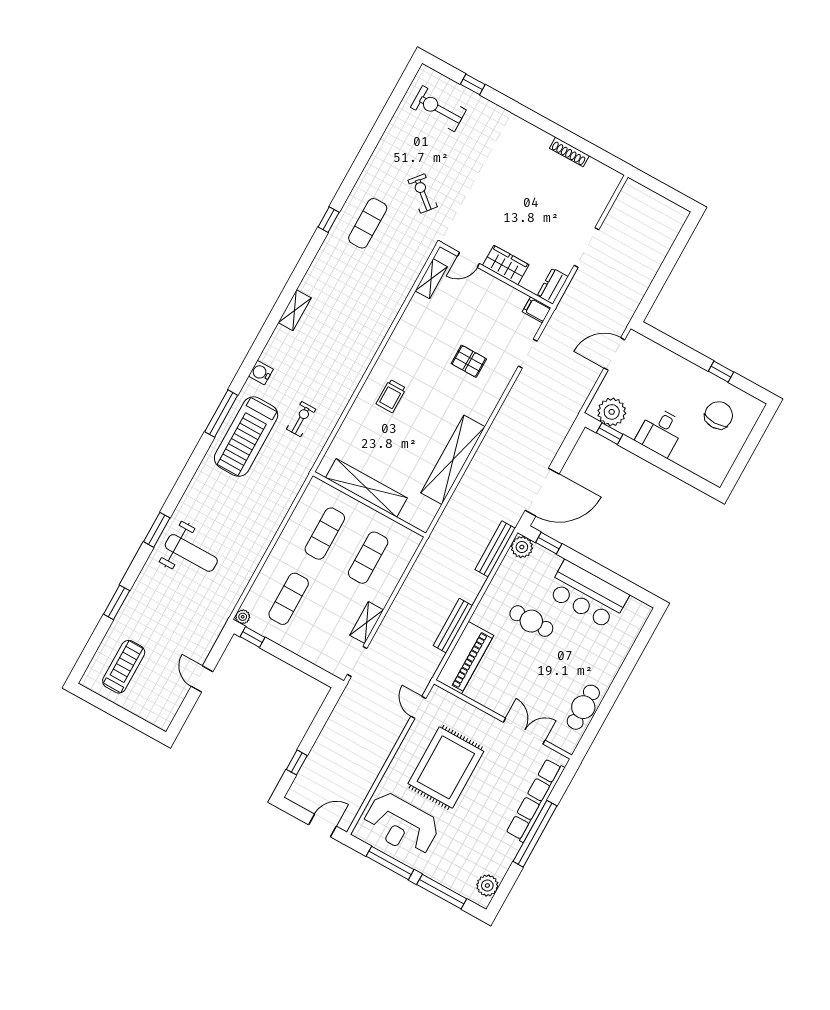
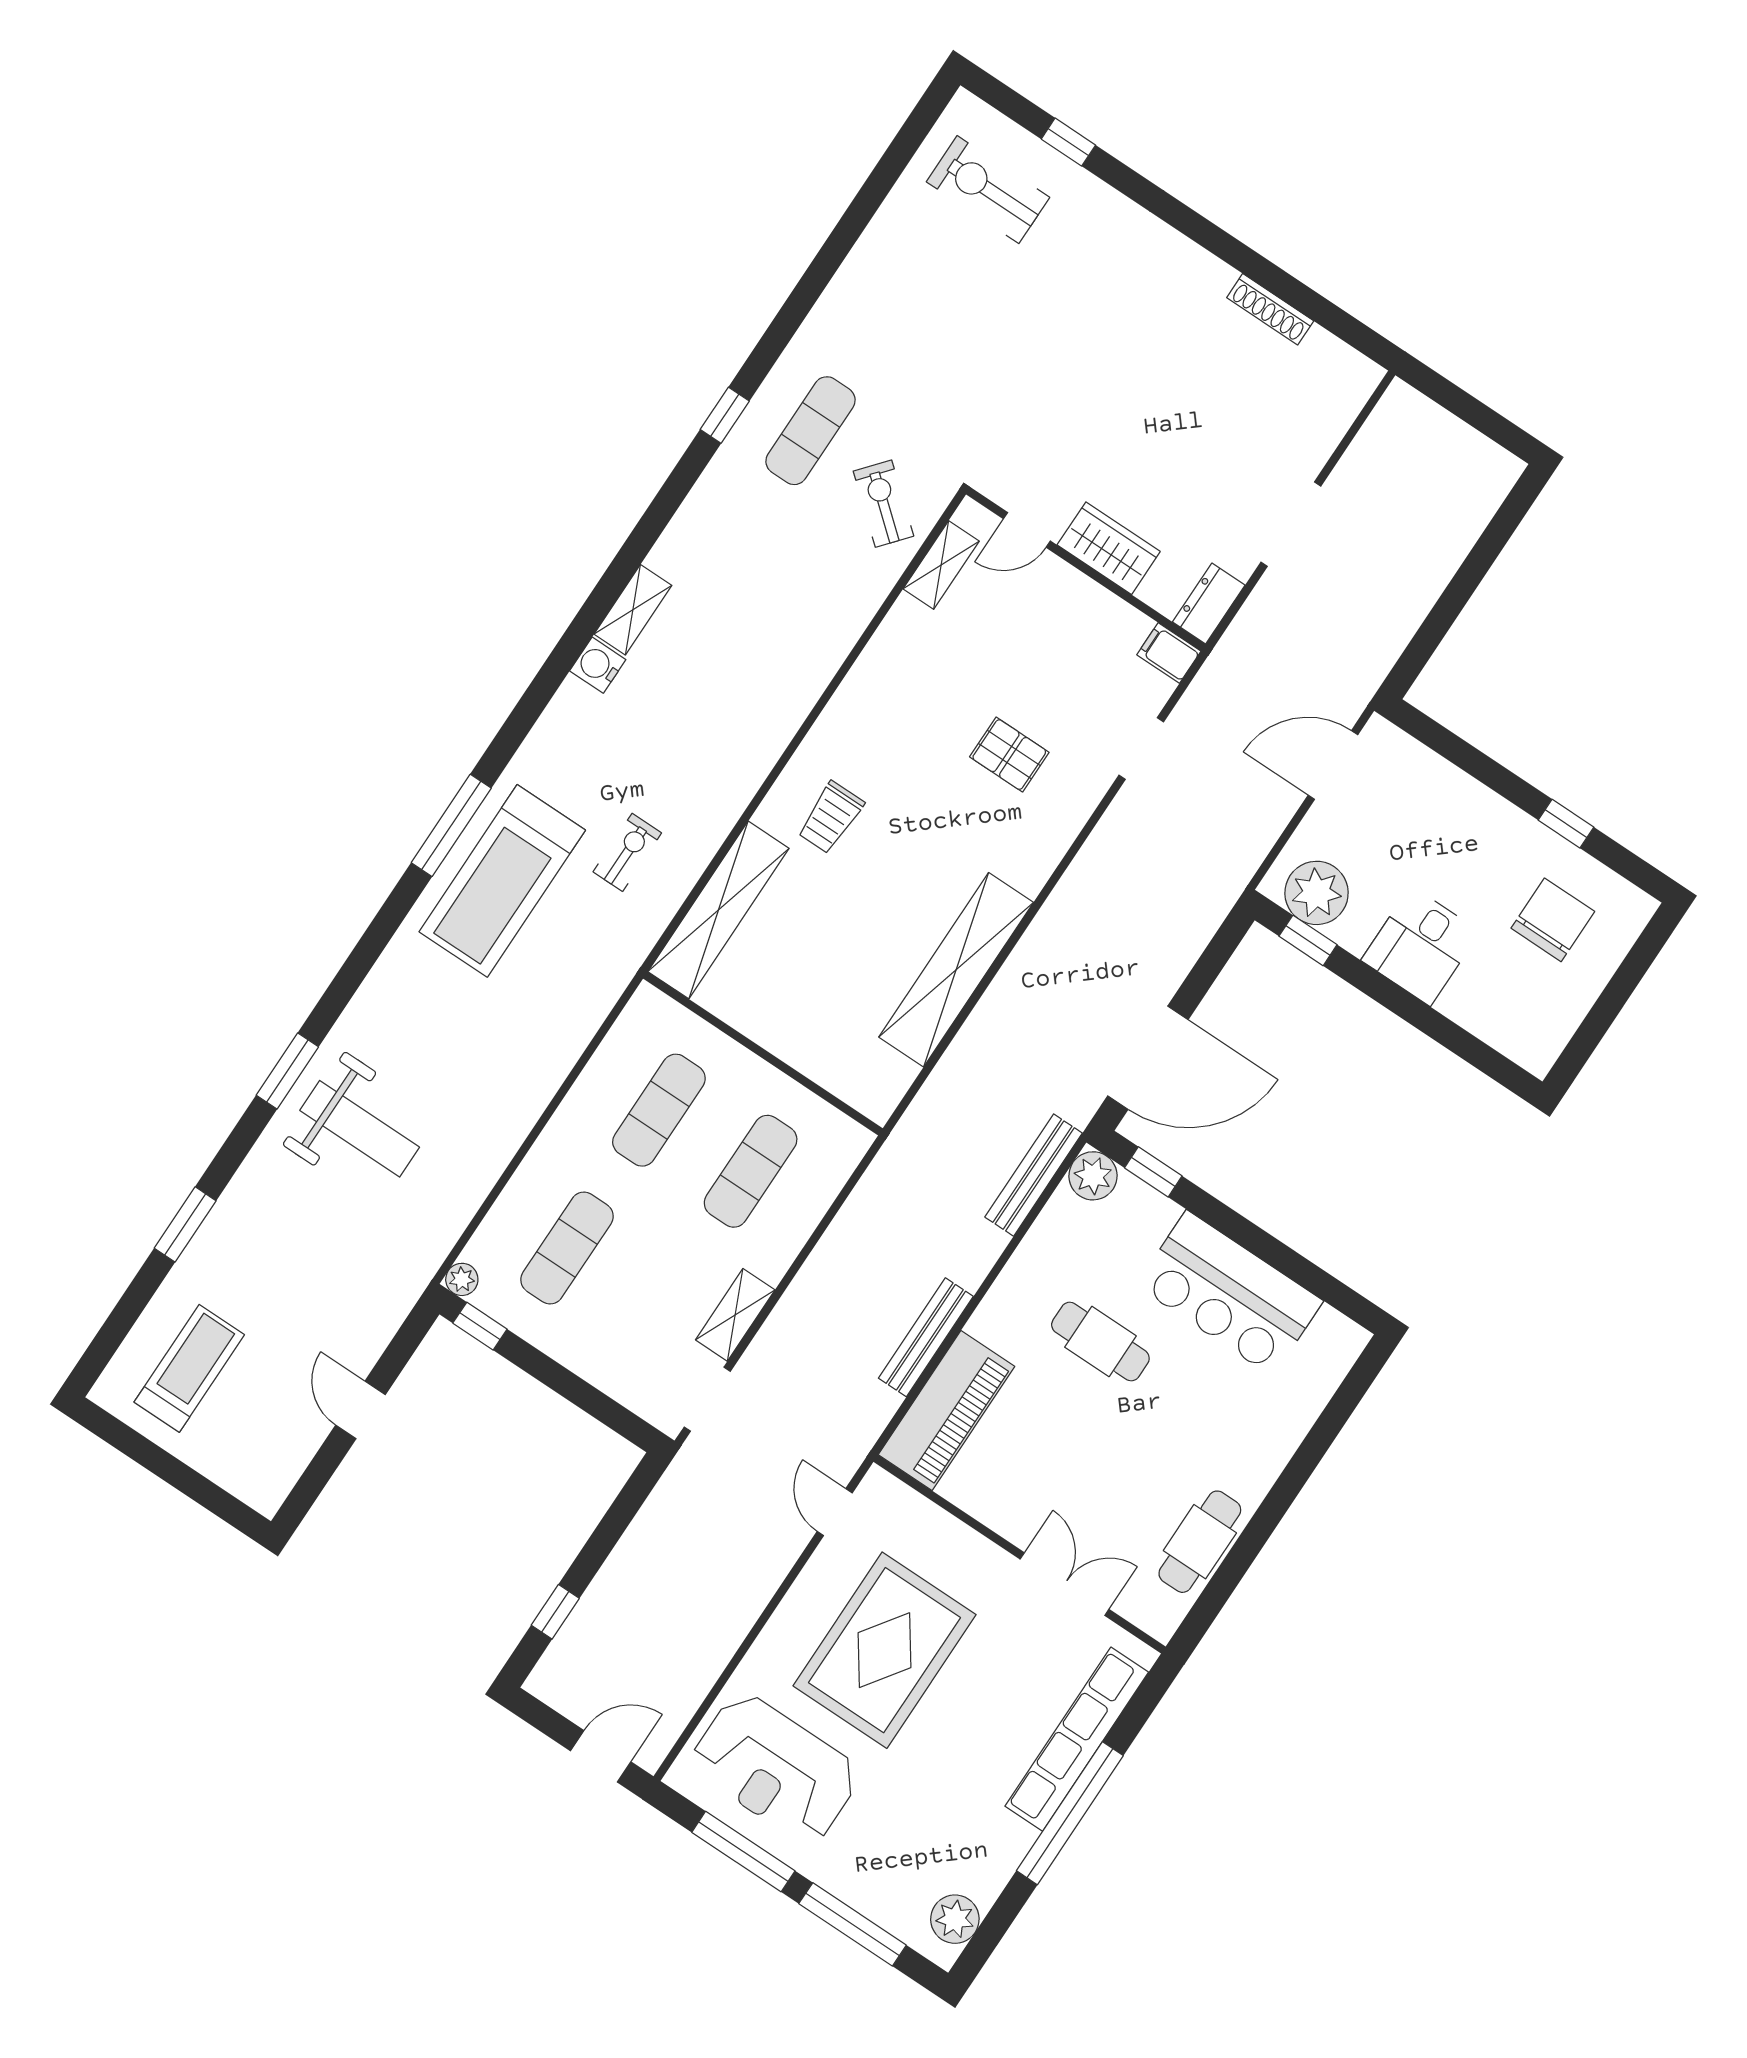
exercise bike: (423, 194) -> (883, 504), moved
water cooler: (261, 373) -> (598, 665), moved
shelving: (366, 488) -> (718, 910), moved, turned 90

